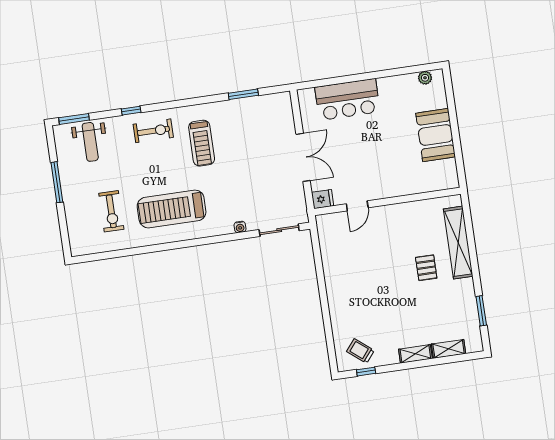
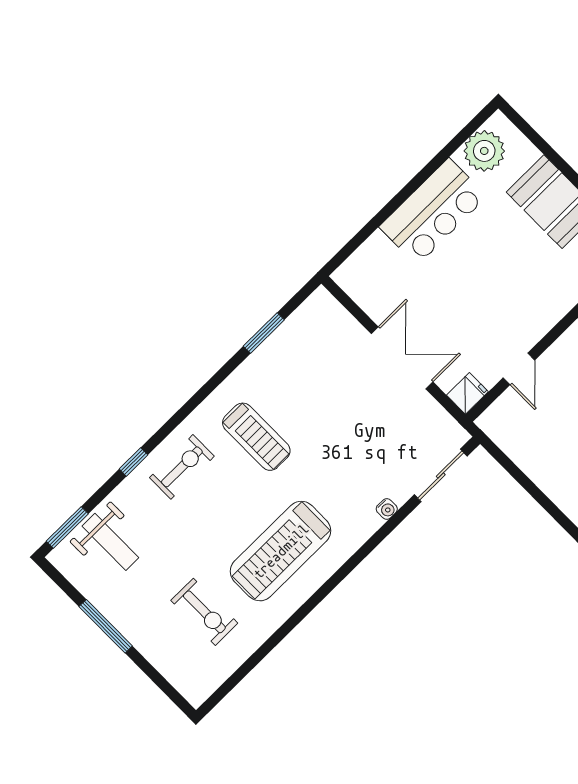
plant: (425, 78) -> (484, 151), width x1.87, depth x1.87
bar counter: (347, 100) -> (433, 212), moved

